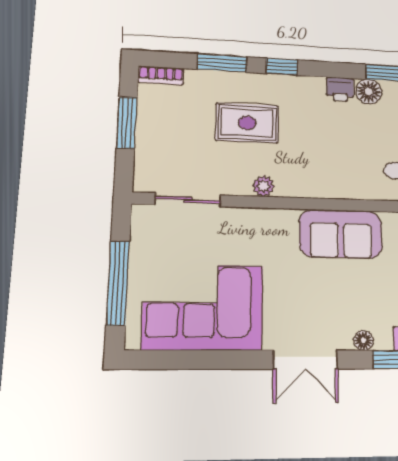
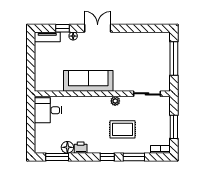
sofa: (341, 234) -> (88, 81), width x1.36
corner sofa: (203, 307) -> (140, 49), removed

